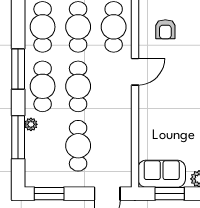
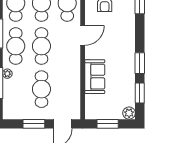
sofa: (162, 174) -> (95, 77), moved, turned 90
window: (49, 194) -> (34, 124), moved

